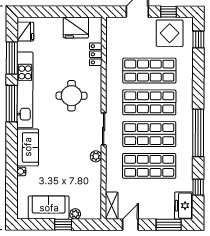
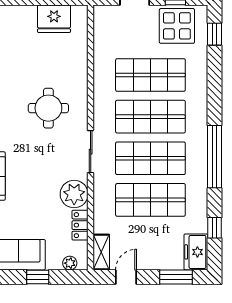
locker: (96, 54) -> (80, 225), moved
plant: (96, 156) -> (74, 194), width x1.87, depth x1.87
plant: (75, 214) -> (70, 263), moved

